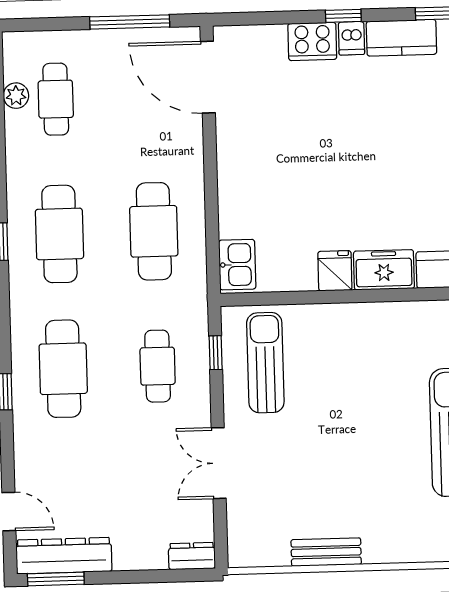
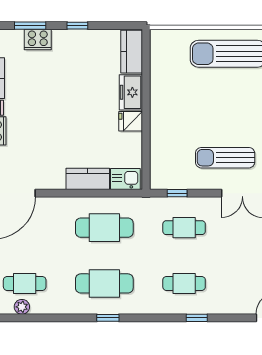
kitchen counter: (236, 201) -> (88, 179), added
sun lounger: (265, 363) -> (225, 158), moved
cafe table: (63, 369) -> (184, 283), width x0.73, depth x0.74

